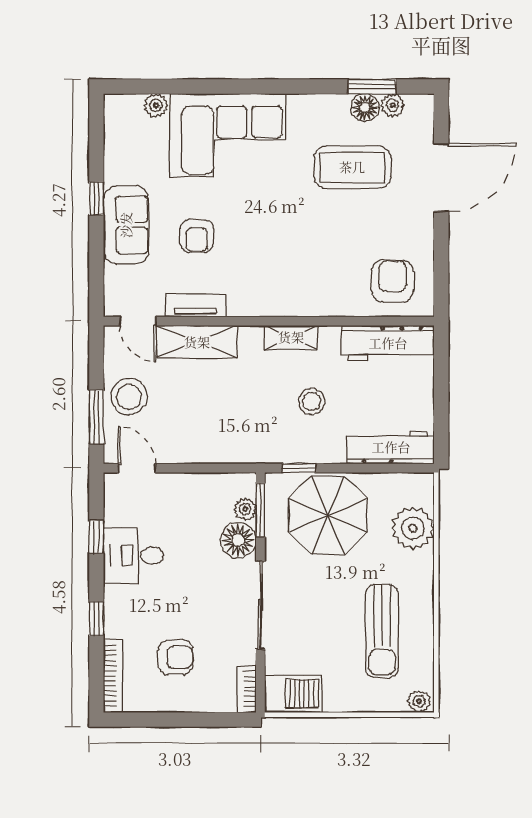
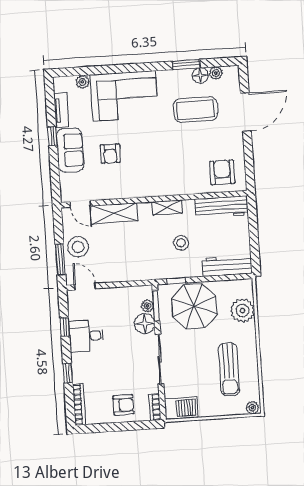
window: (372, 87) -> (186, 64), moved
tv unit: (196, 305) -> (61, 110), moved, turned 90
armchair: (175, 657) -> (123, 405), moved

